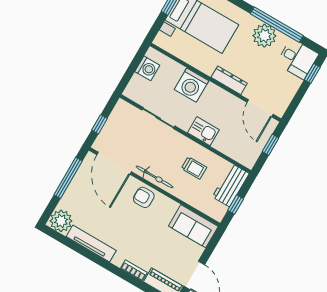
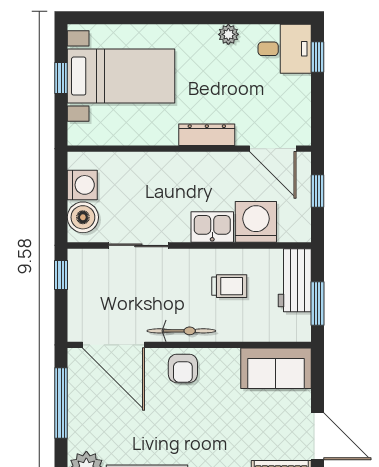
window: (277, 25) -> (228, 18), removed
plant: (264, 36) -> (228, 34), width x0.53, depth x0.53
washing machine: (192, 85) -> (256, 222), moved, turned 180
boiler: (138, 86) -> (83, 217), added
window: (99, 124) -> (61, 275), moved
armchair: (144, 197) -> (183, 368), turned -90
window: (236, 205) -> (317, 304), width x1.50

